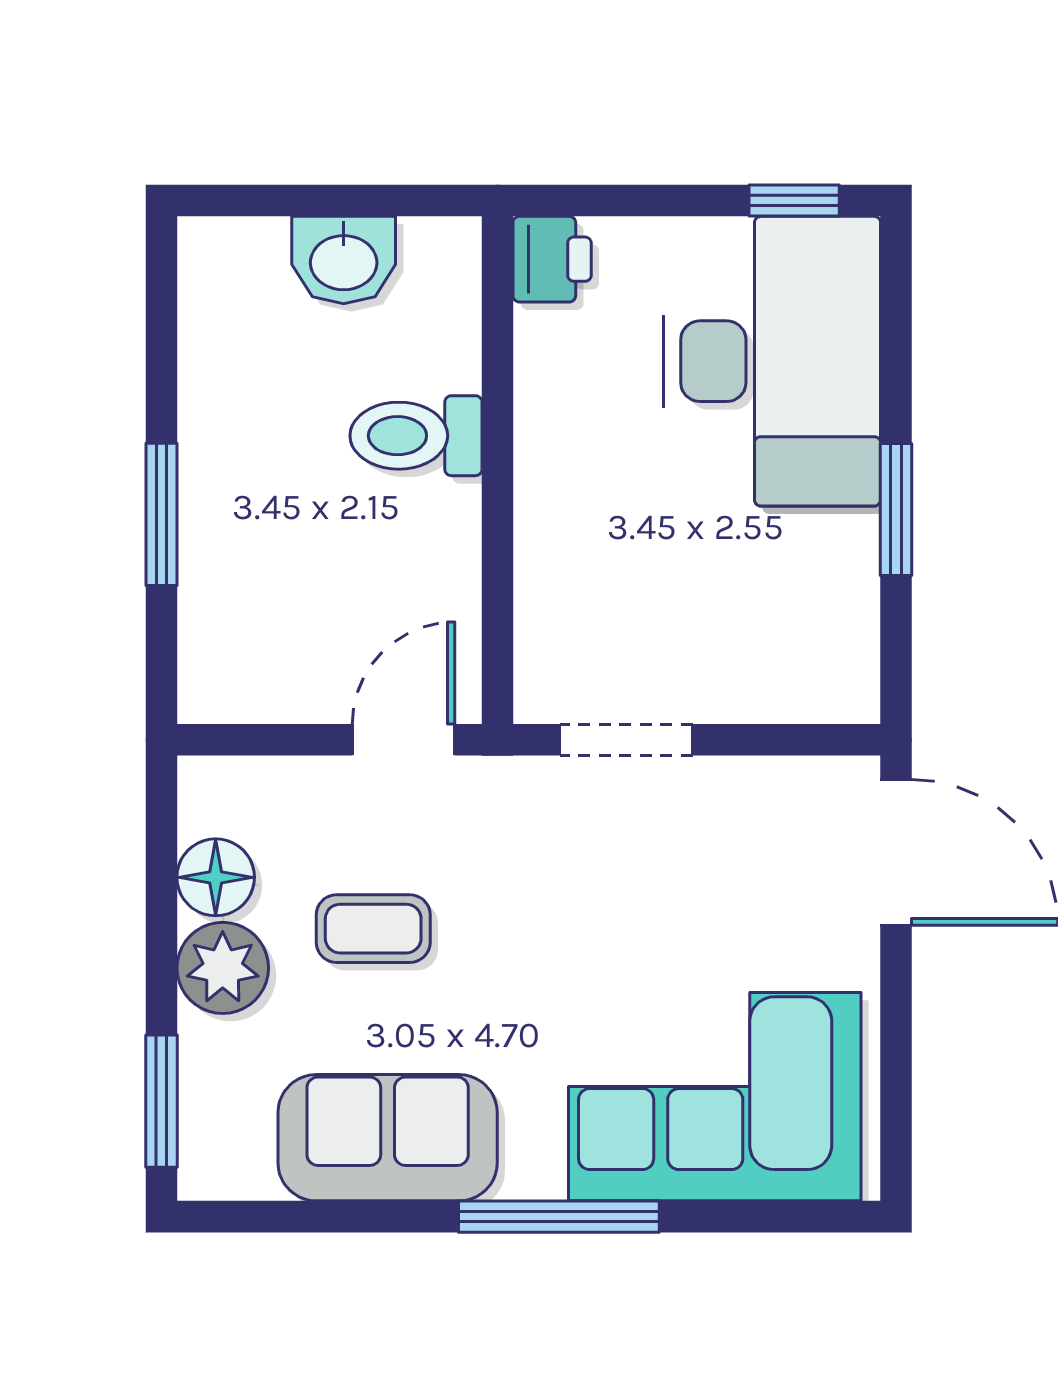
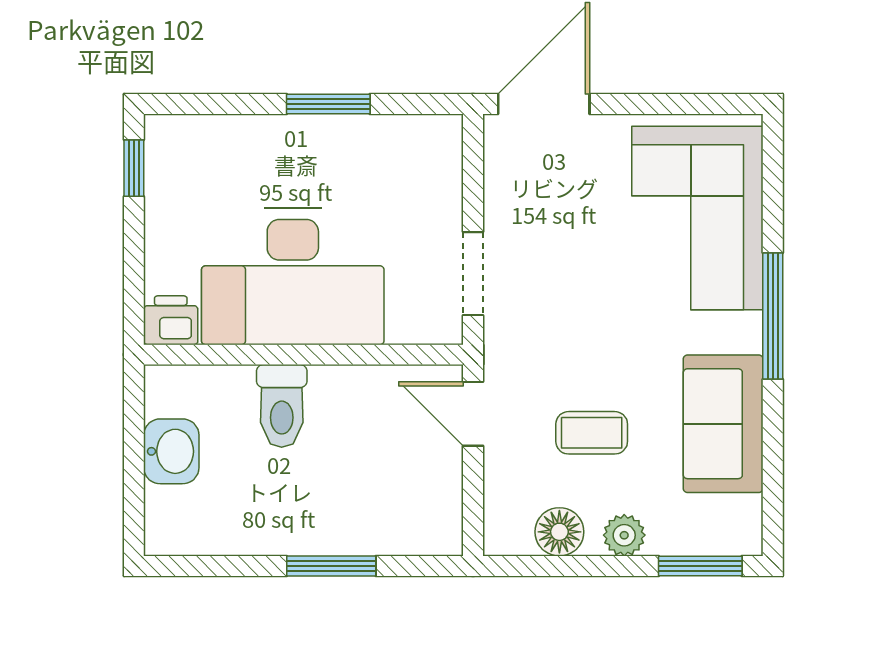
desk: (772, 361) -> (293, 277), moved, turned 180
coffee table: (373, 929) -> (592, 433), turned 90
plant: (223, 968) -> (624, 535), width x0.73, depth x0.73

